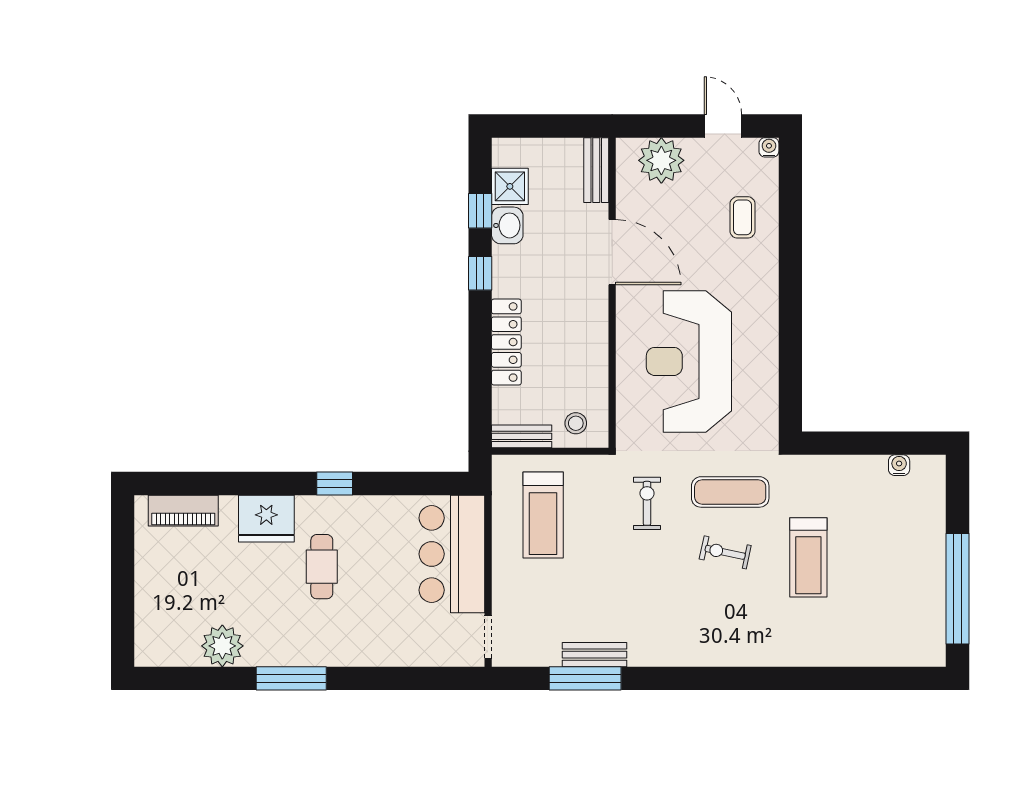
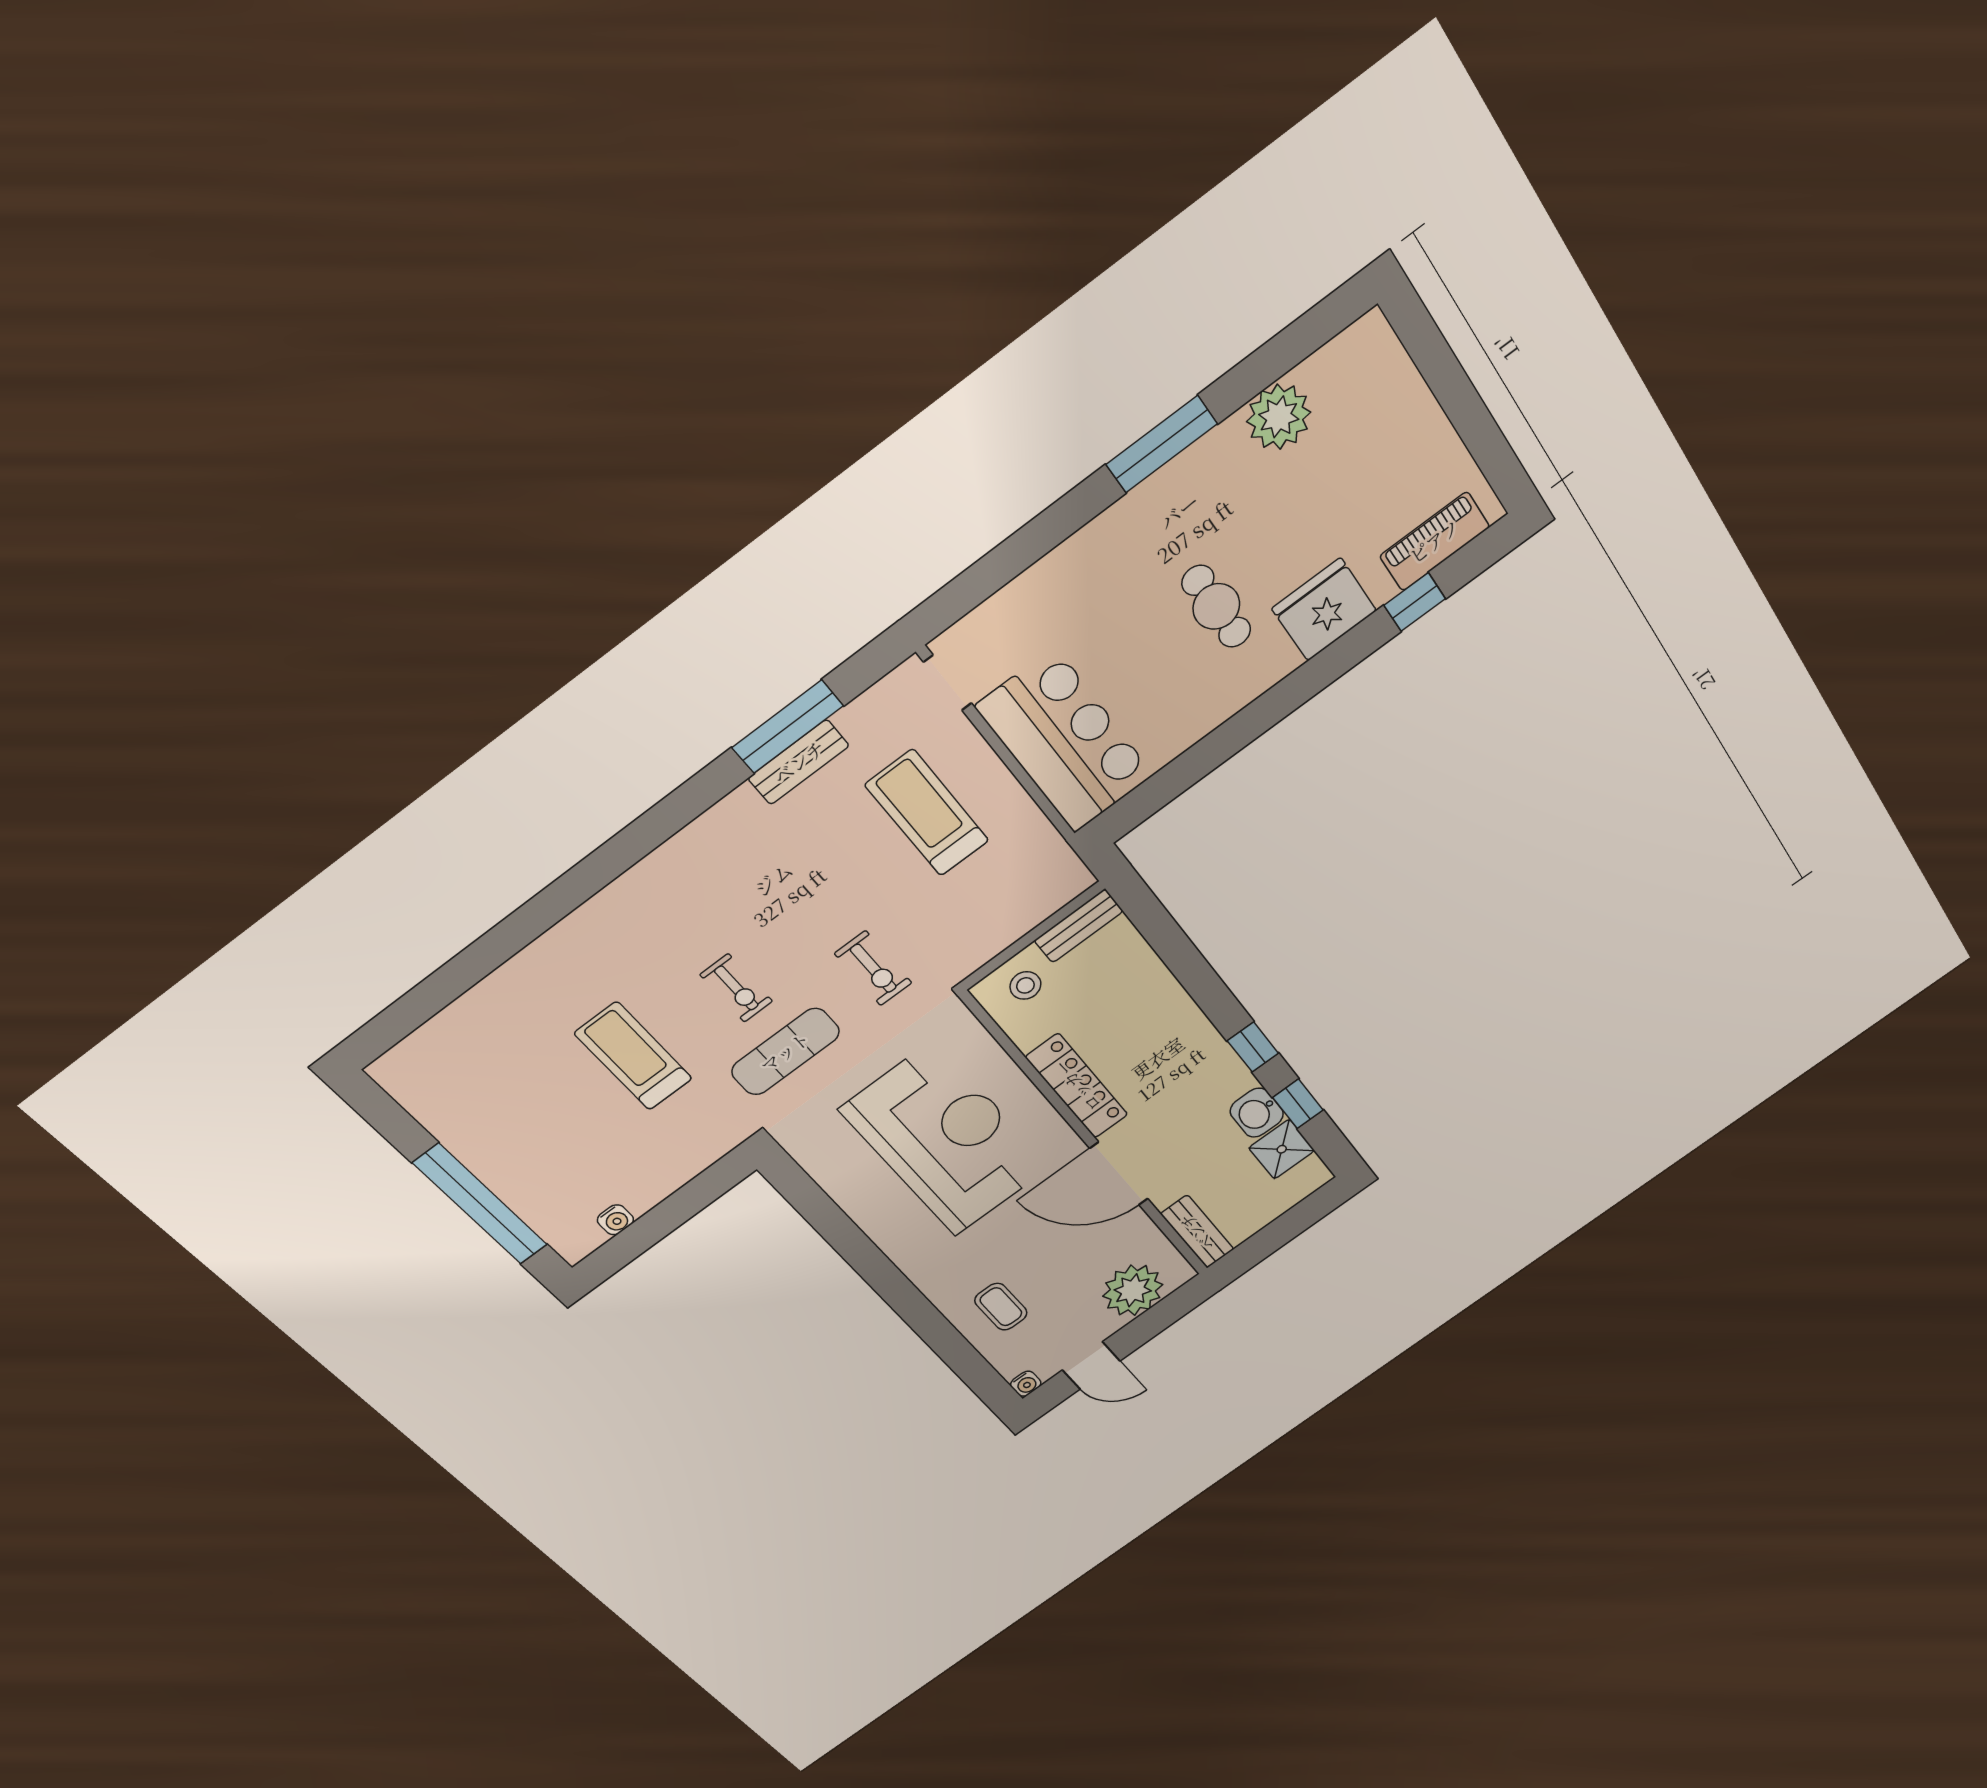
locker: (506, 342) -> (1077, 1086), moved, turned 180
window: (335, 484) -> (1415, 602), moved
treadmill: (543, 515) -> (927, 813), moved
exercise bike: (725, 552) -> (736, 988), turned 78
window: (958, 589) -> (480, 1204), moved

